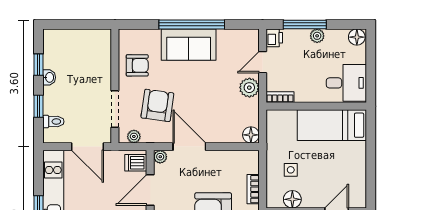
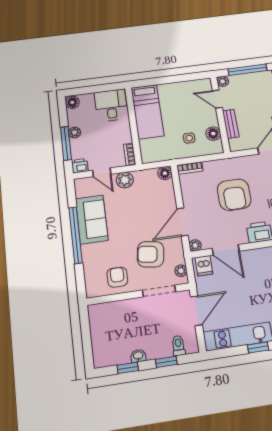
sofa: (189, 45) -> (92, 219), moved
bookcase: (253, 189) -> (190, 168), moved

